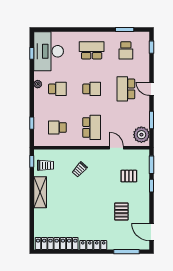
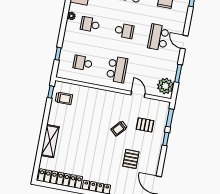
school desk: (57, 89) -> (90, 24), turned 180
trolley: (80, 170) -> (119, 128), moved
shelving: (40, 192) -> (50, 141), moved

